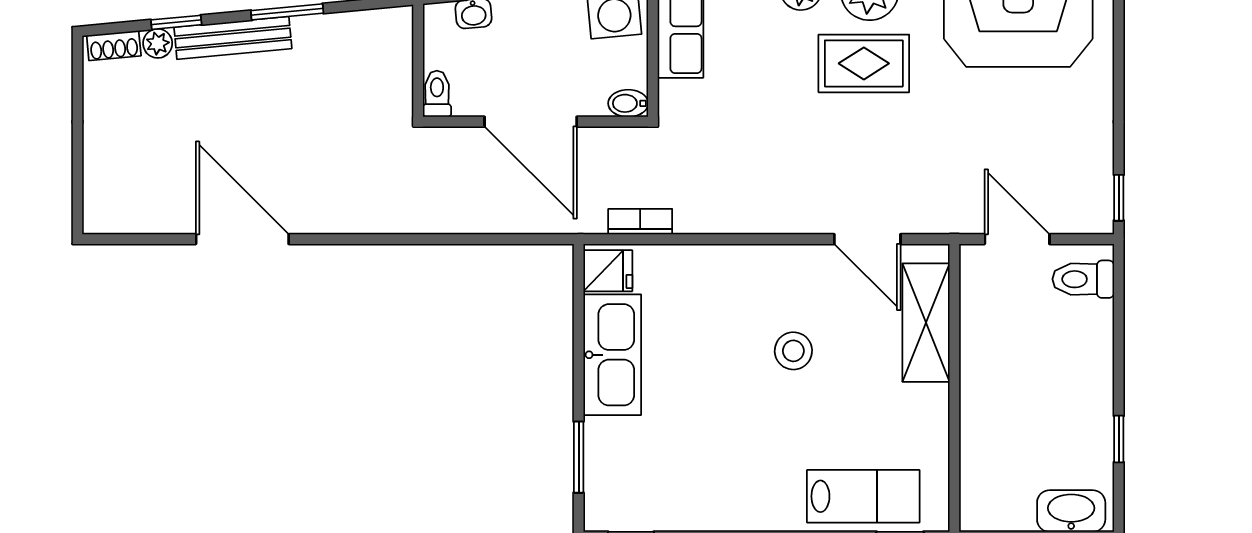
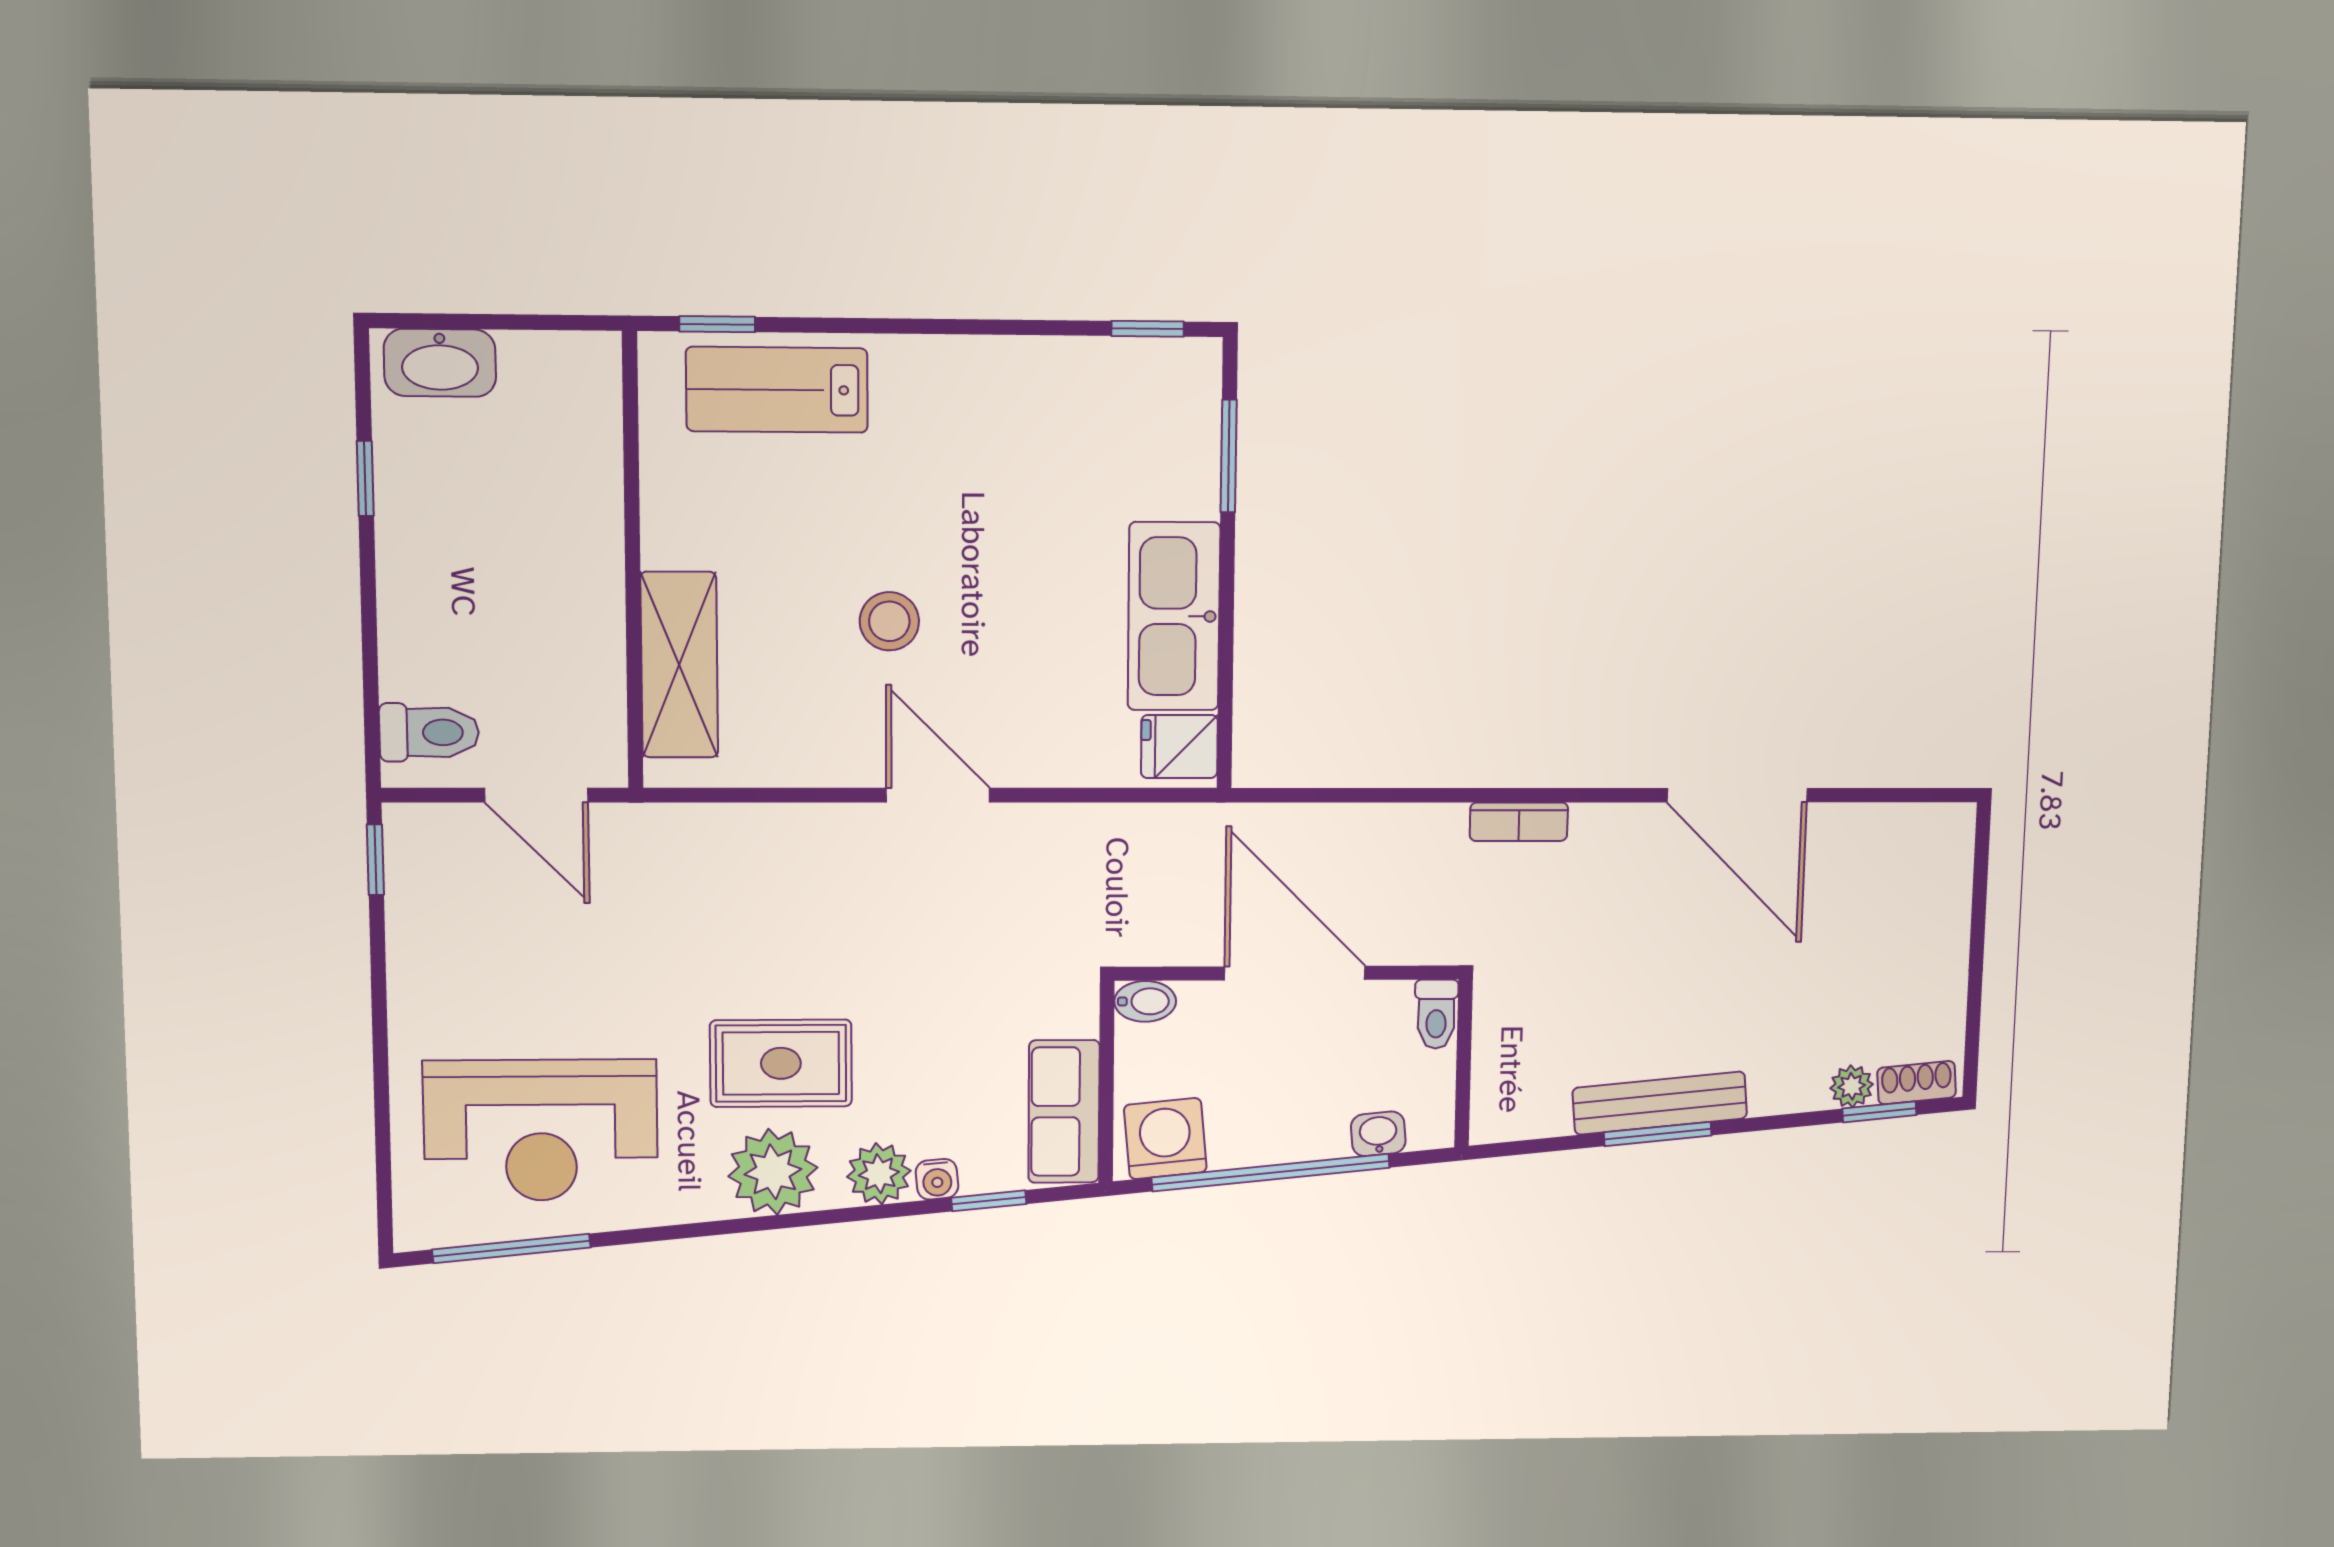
window: (176, 22) -> (1879, 1112), moved
bench: (233, 38) -> (1660, 1103), moved
bookcase: (640, 222) -> (1519, 822), moved
door: (867, 239) -> (938, 795), moved

